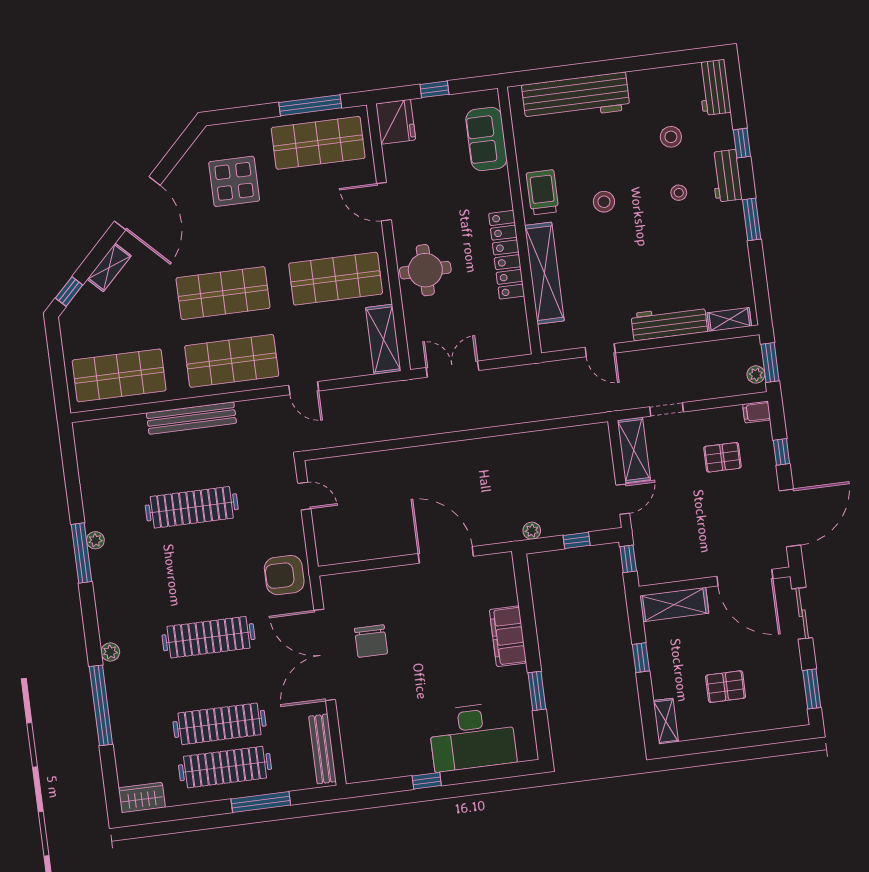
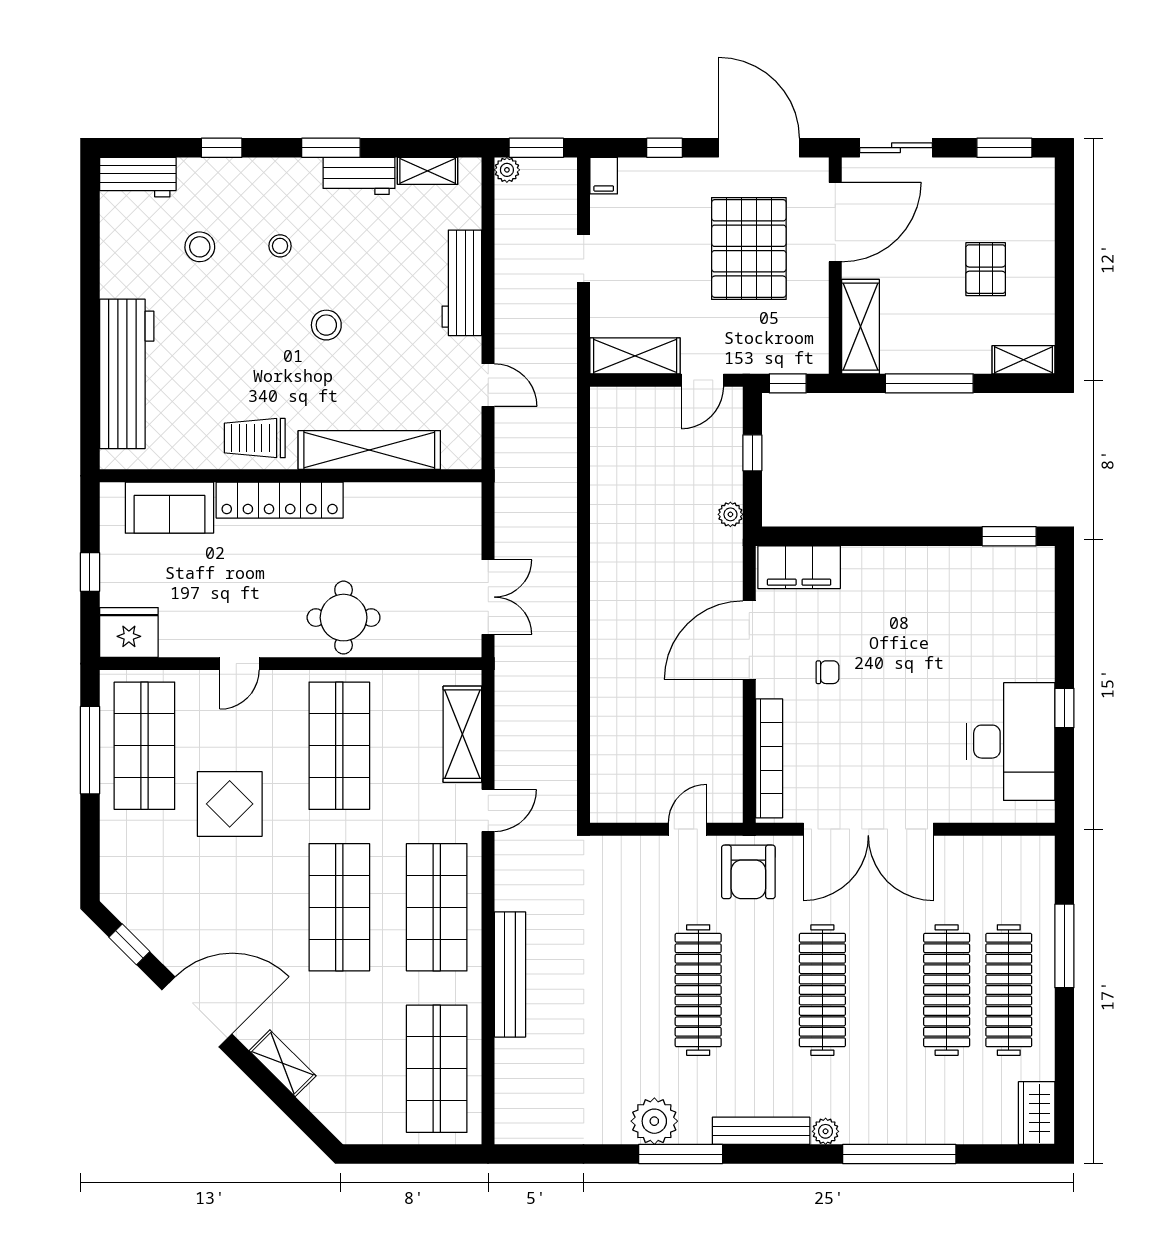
workbench: (726, 176) -> (359, 176), moved
display table: (234, 181) -> (230, 804), moved
door: (384, 202) -> (239, 664), width x0.73
stool: (604, 202) -> (326, 325), moved
locker: (507, 255) -> (280, 500), moved
window: (69, 292) -> (129, 944), moved
shelving: (729, 319) -> (428, 171), moved, turned 90
shelving: (383, 339) -> (462, 734), moved, turned 90
door: (600, 350) -> (488, 385), hinge flipped
double door: (452, 369) -> (488, 597), swing flipped
plant: (756, 374) -> (507, 170), moved
doorway: (666, 409) -> (584, 258), moved
pallet: (722, 457) -> (749, 248), moved, width x2.05, depth x2.00
door: (304, 496) -> (688, 829), moved
door: (623, 499) -> (702, 380), swing flipped
clothes rail: (192, 507) -> (698, 990), moved
plant: (95, 540) -> (654, 1121), width x1.88, depth x1.88
bookcase: (365, 579) -> (769, 758), added
filing cabinet: (508, 636) -> (799, 567), moved
chair: (371, 641) -> (828, 672), moved, width x0.54, depth x0.54
window: (641, 658) -> (929, 383), width x2.17
window: (537, 691) -> (1009, 536), moved
desk: (472, 737) -> (1011, 742), moved
bench: (323, 749) -> (761, 1131), moved

